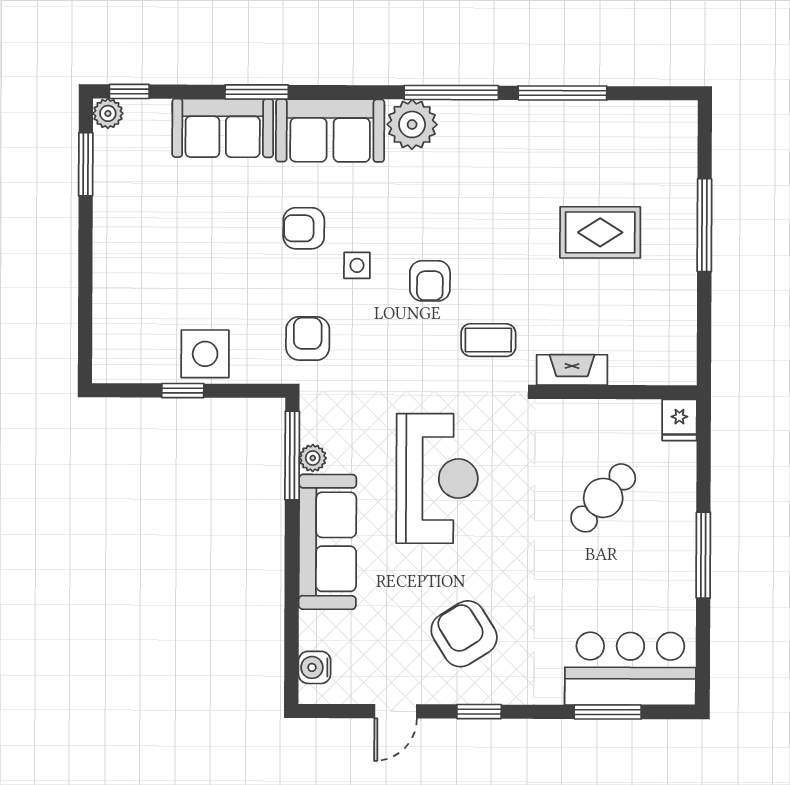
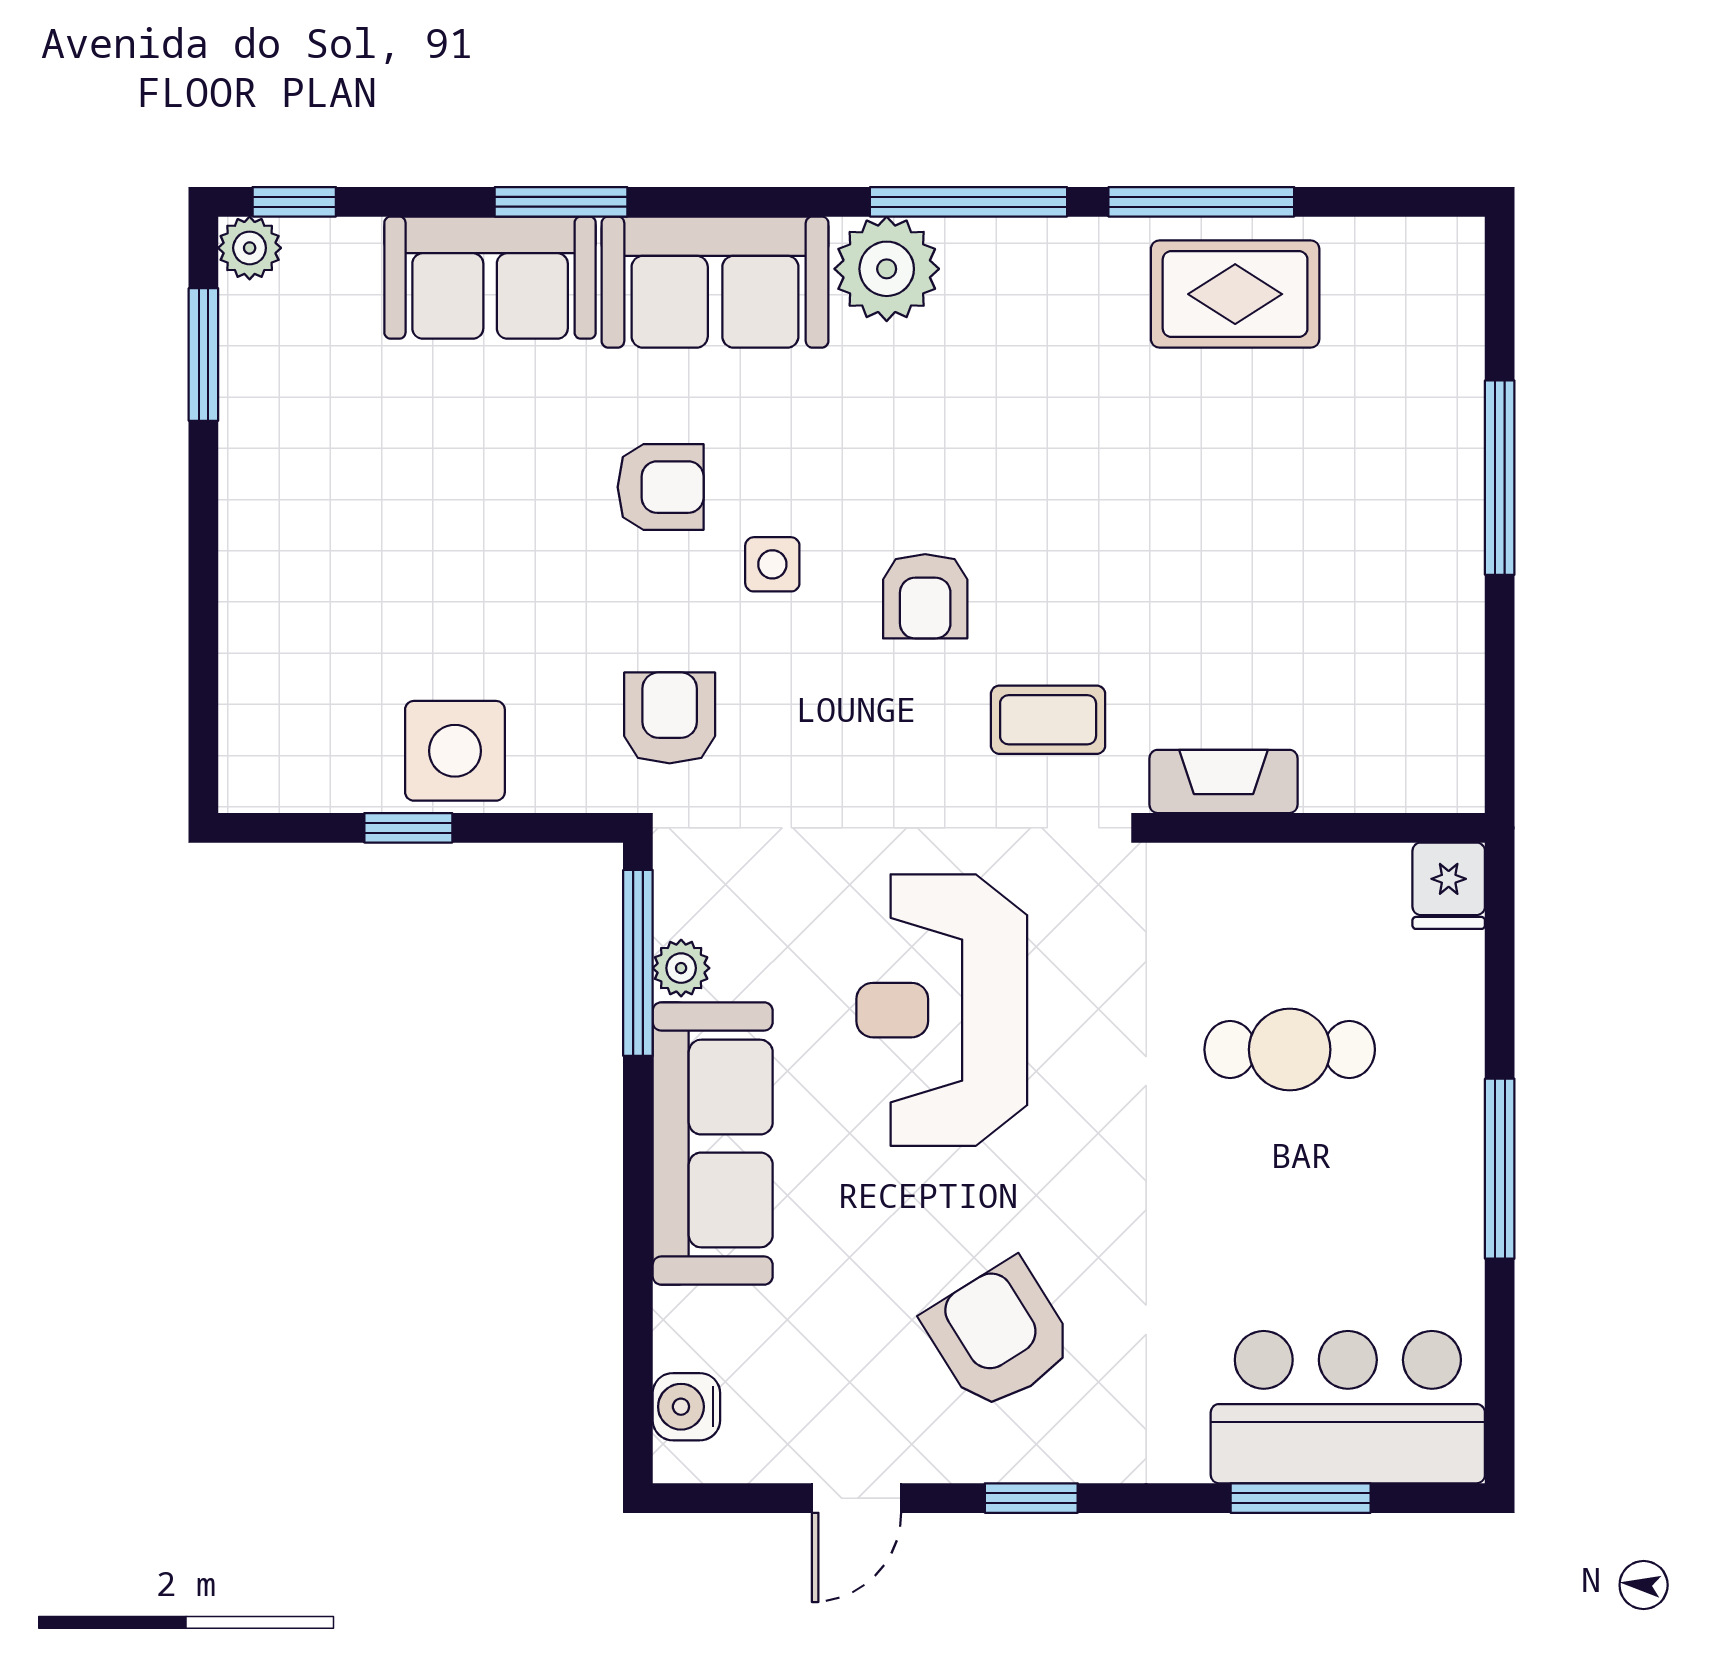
armchair: (304, 228) -> (661, 487), turned 180
rug: (600, 232) -> (1235, 294), moved
reception desk: (437, 478) -> (942, 1010), turned 180
cafe table: (603, 498) -> (1290, 1050), turned 48

